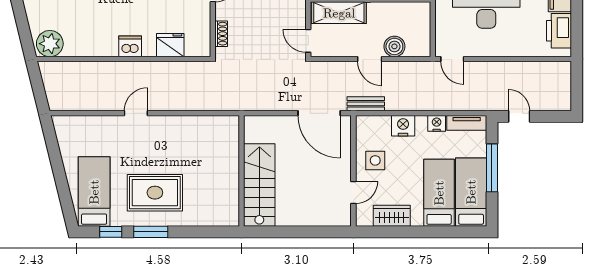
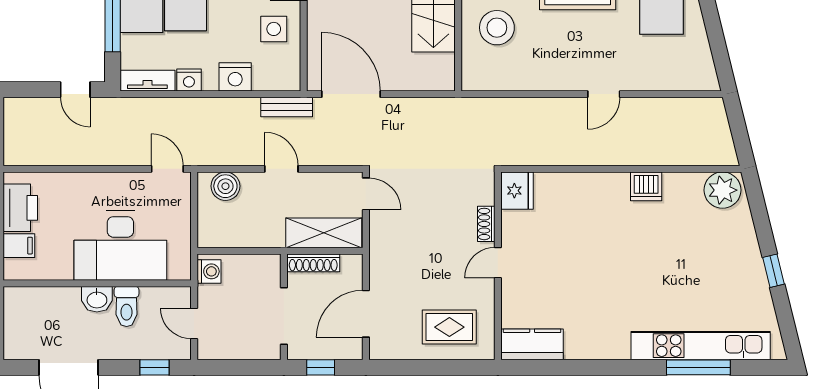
shoe rack: (221, 34) -> (486, 224), moved
fridge: (170, 45) -> (517, 191), moved, turned -90
dishwasher: (130, 46) -> (646, 186), moved
boiler: (394, 46) -> (225, 186), moved
stool: (213, 161) -> (497, 28), added

